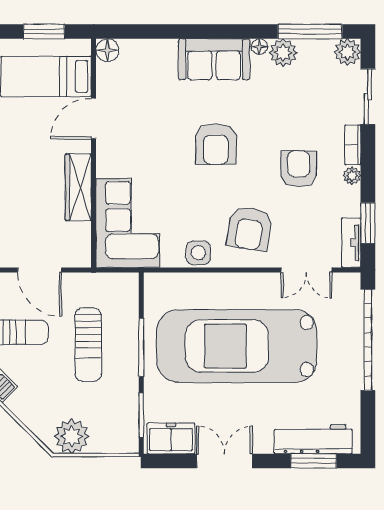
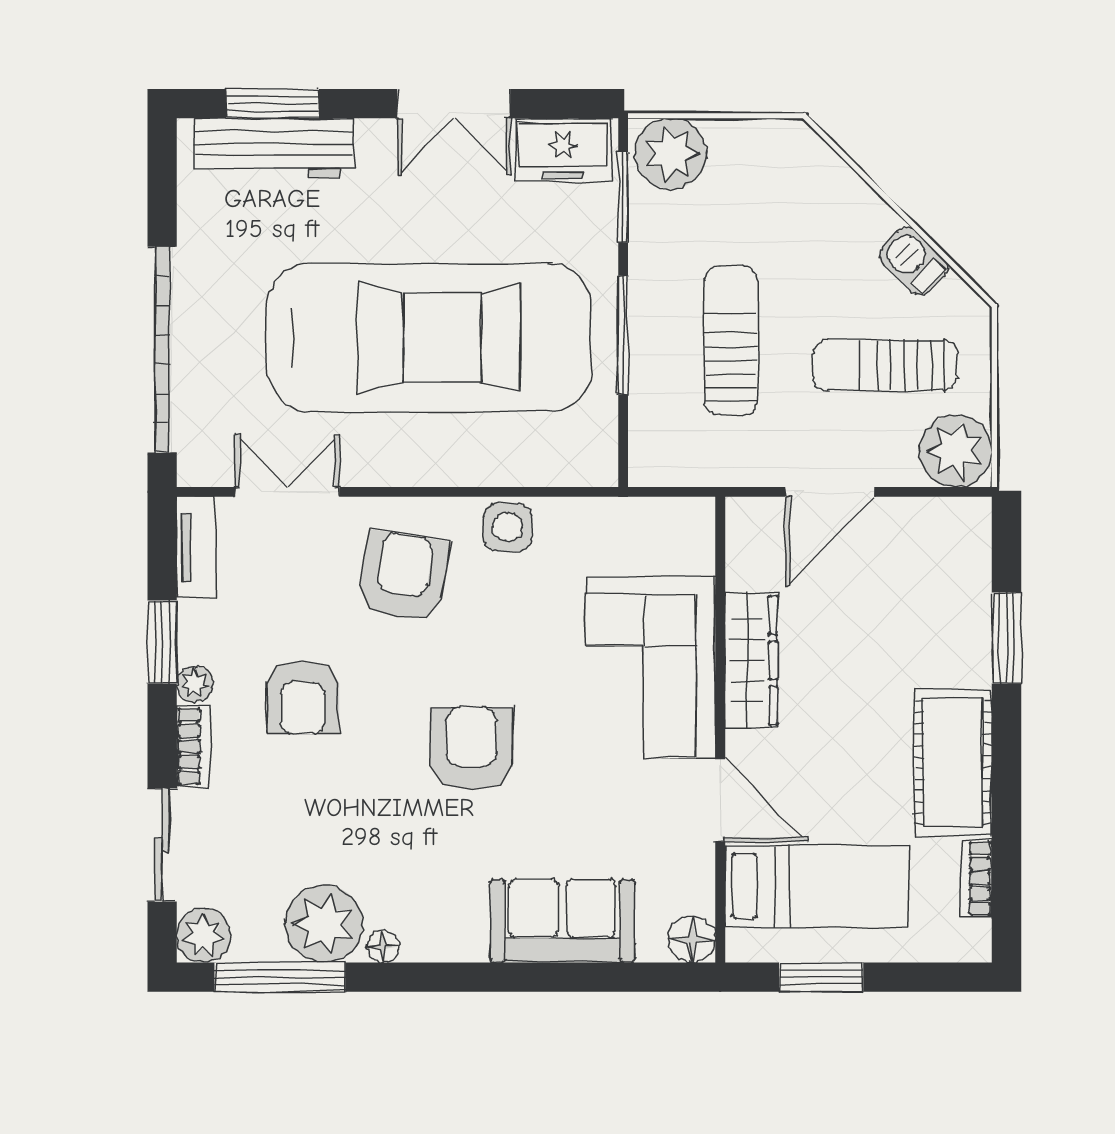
plant: (283, 53) -> (324, 924), width x1.36, depth x1.36
sofa: (214, 59) -> (562, 921), moved
door: (94, 118) -> (720, 800), hinge flipped
corner sofa: (128, 223) -> (650, 667), moved
window: (368, 223) -> (162, 642), moved
door: (40, 270) -> (830, 492), swing flipped
plant: (72, 436) -> (671, 154), moved

